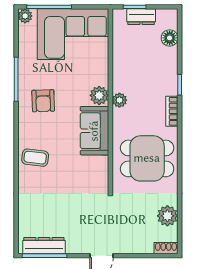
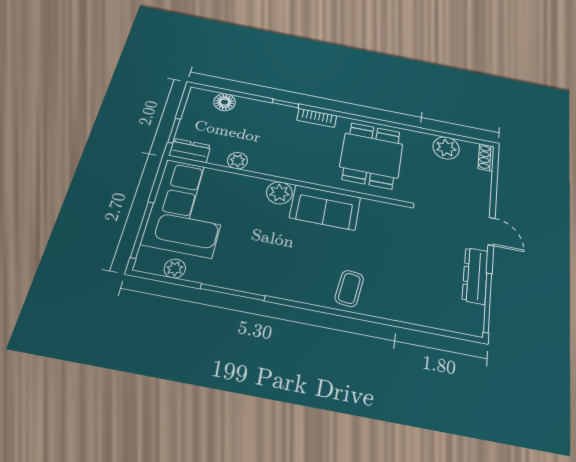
plant: (25, 16) -> (175, 269), moved
dresser: (141, 17) -> (190, 151), moved, turned -90
plant: (119, 100) -> (238, 161), moved
armchair: (43, 101) -> (272, 263), removed
dresser: (44, 246) -> (475, 276), moved

